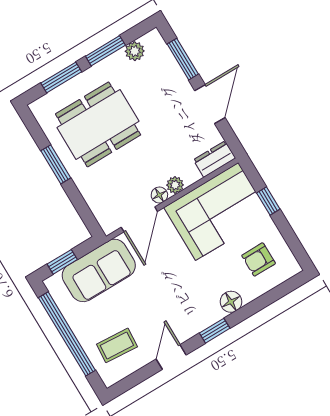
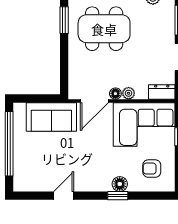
window: (56, 164) -> (64, 20), moved
window: (62, 262) -> (32, 99), removed
window: (215, 331) -> (118, 196), moved
coffee table: (117, 345) -> (35, 169), removed

